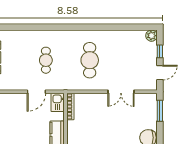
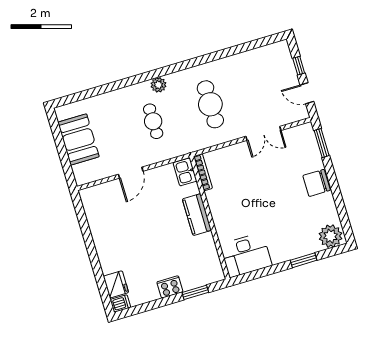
plant: (152, 36) -> (158, 85), moved
door: (160, 73) -> (307, 93), swing flipped
door: (36, 92) -> (131, 173), moved

